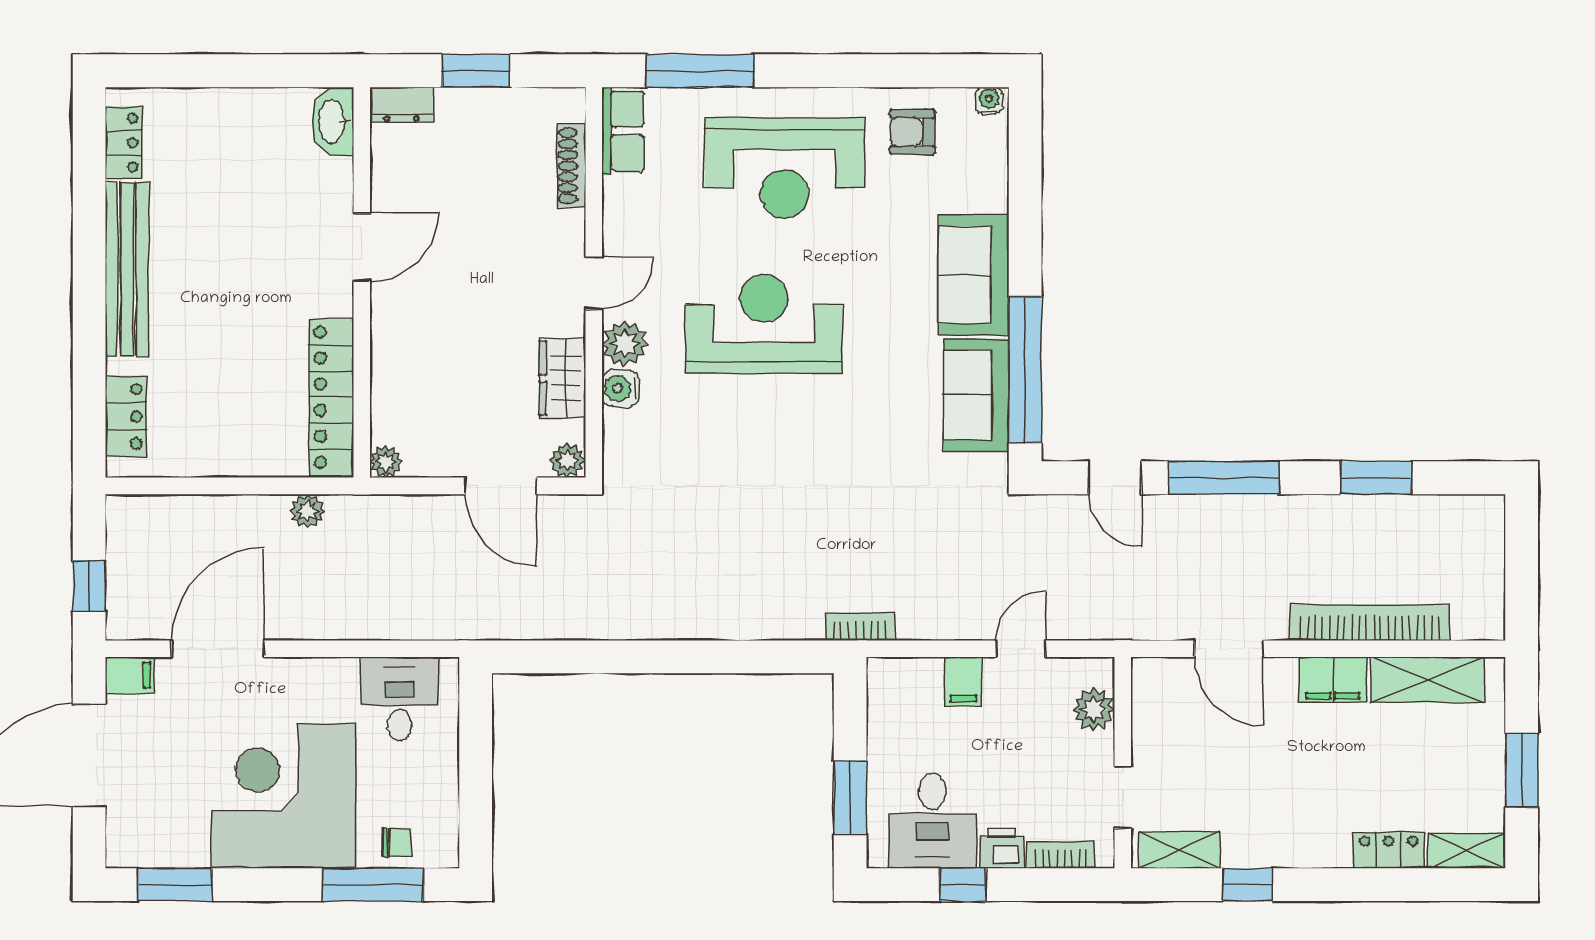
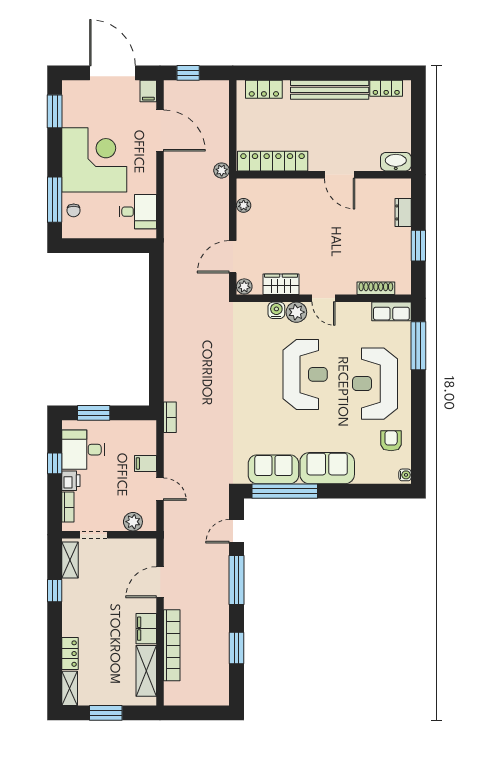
washbasin: (333, 121) -> (396, 162), moved
door: (362, 247) -> (340, 175), moved
wall: (362, 282) -> (324, 175), moved
locker: (331, 397) -> (273, 161), moved

